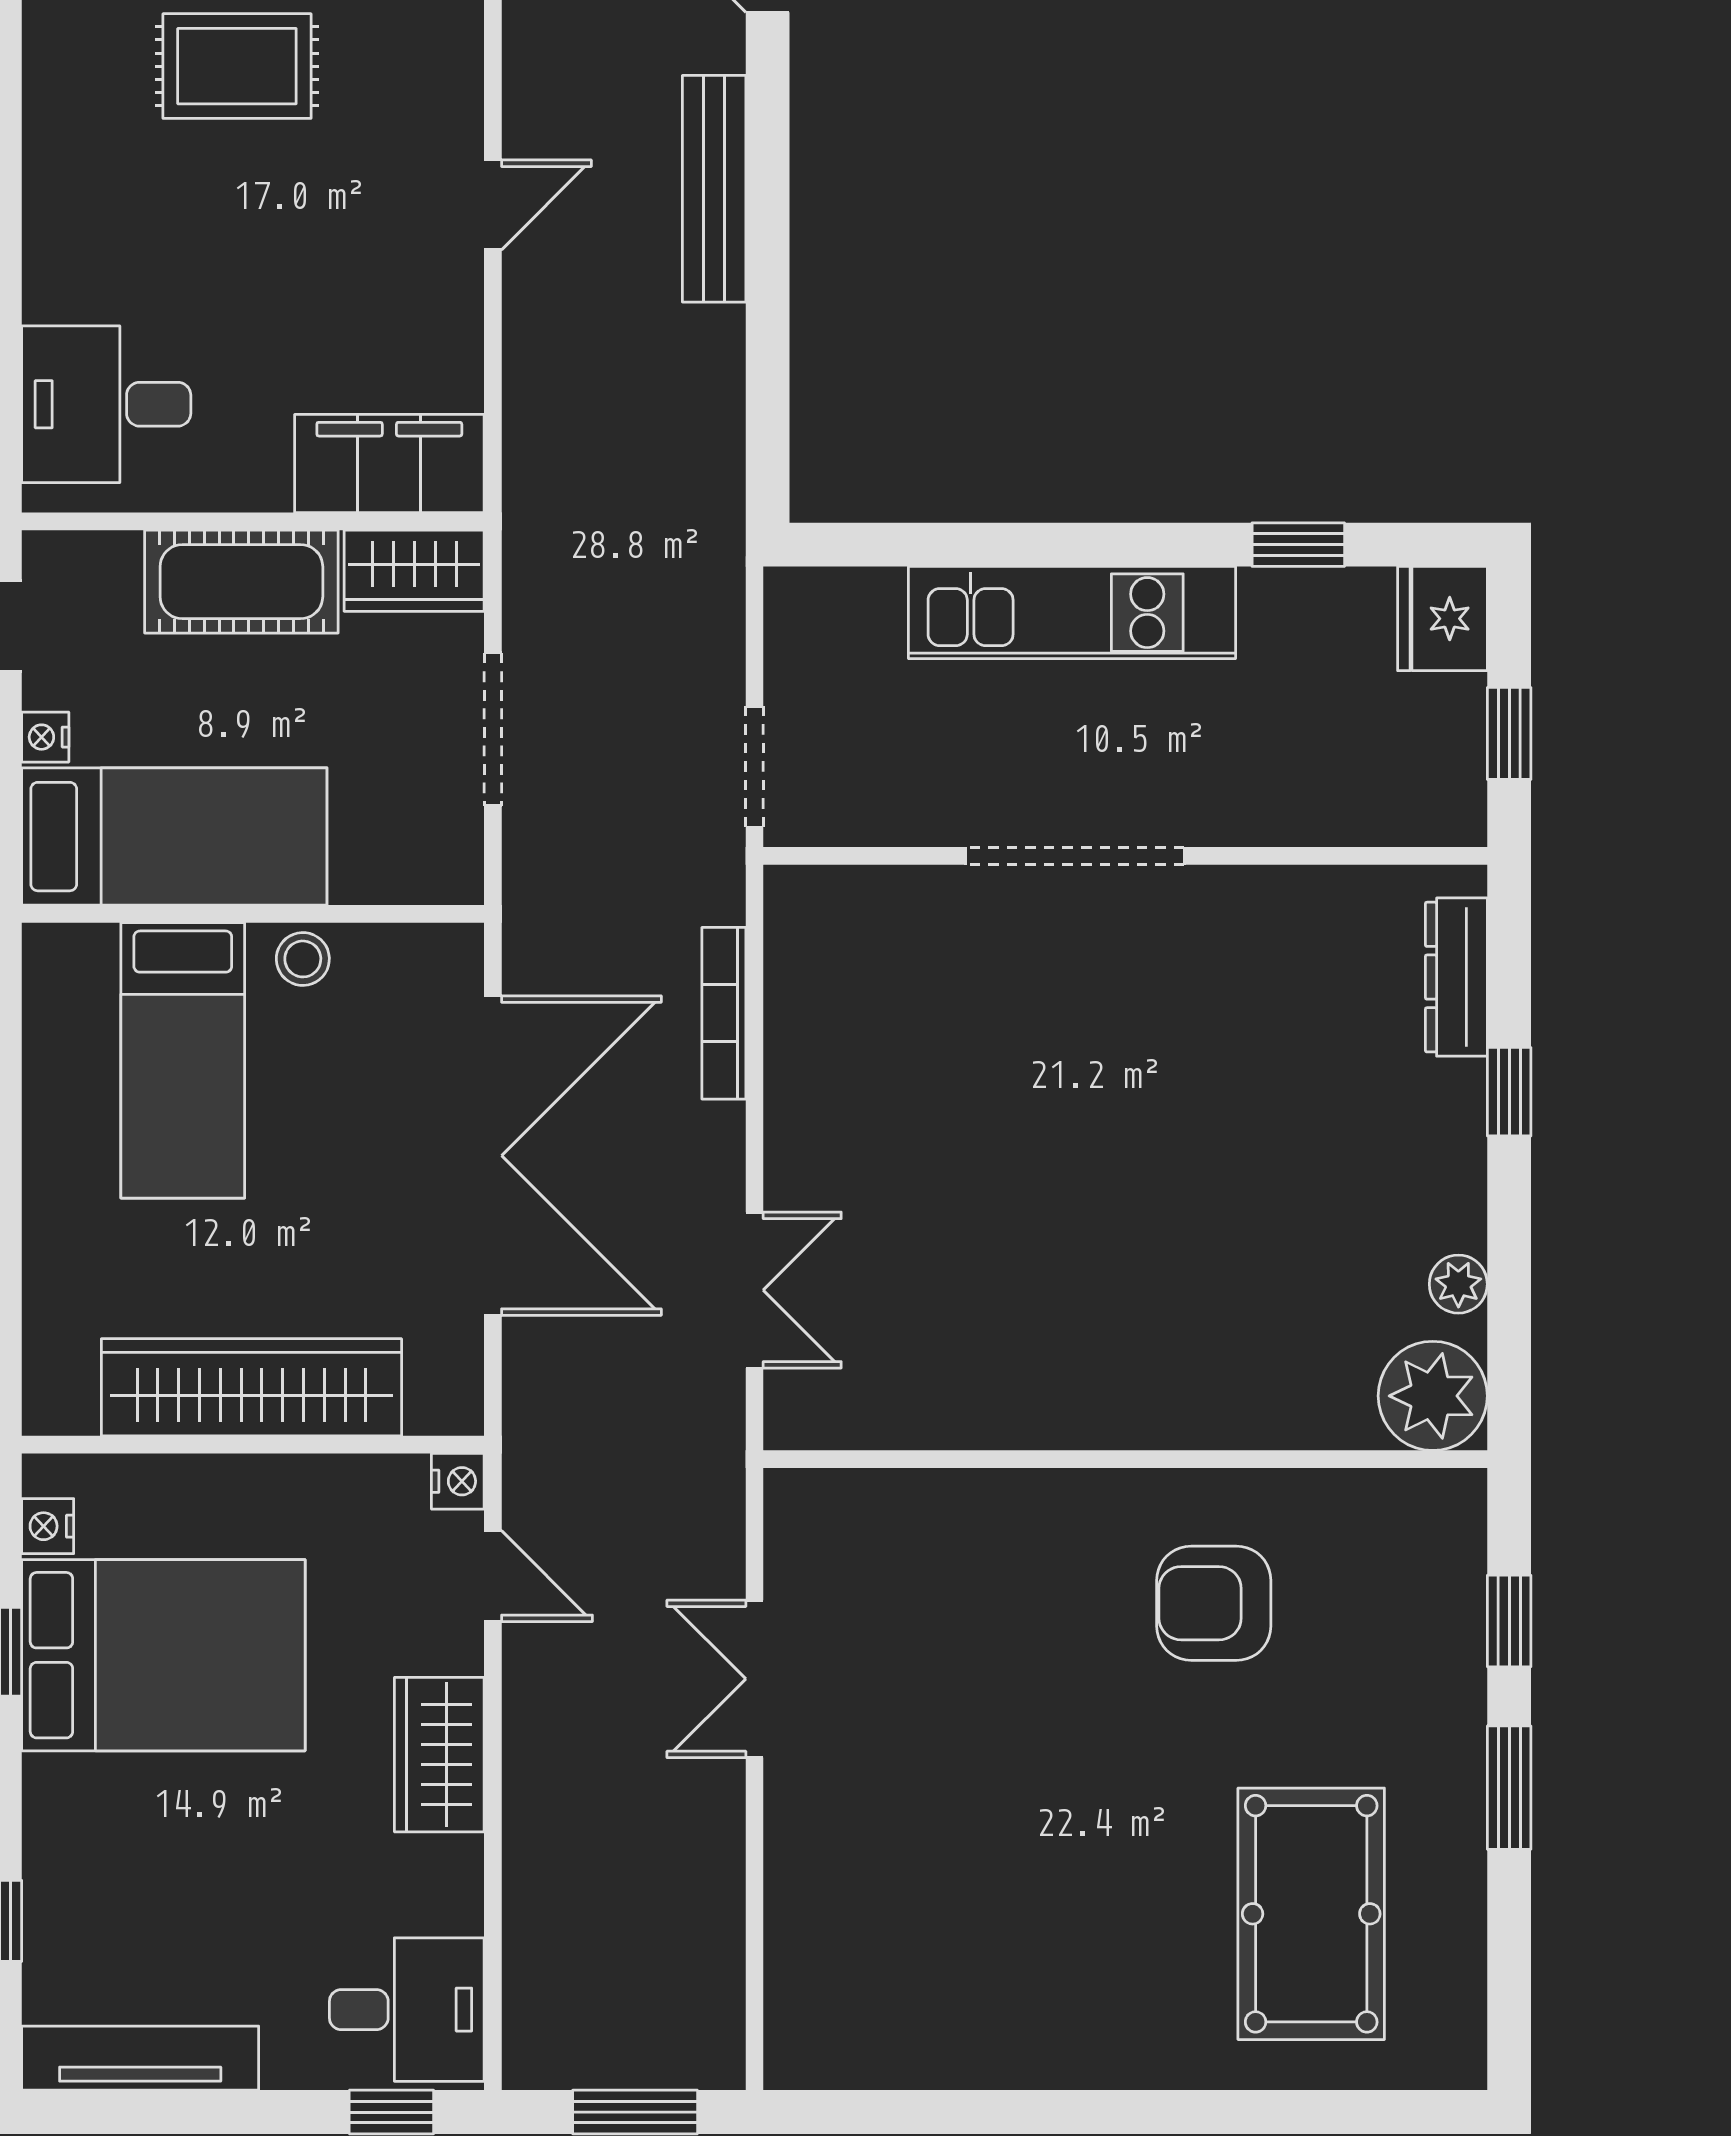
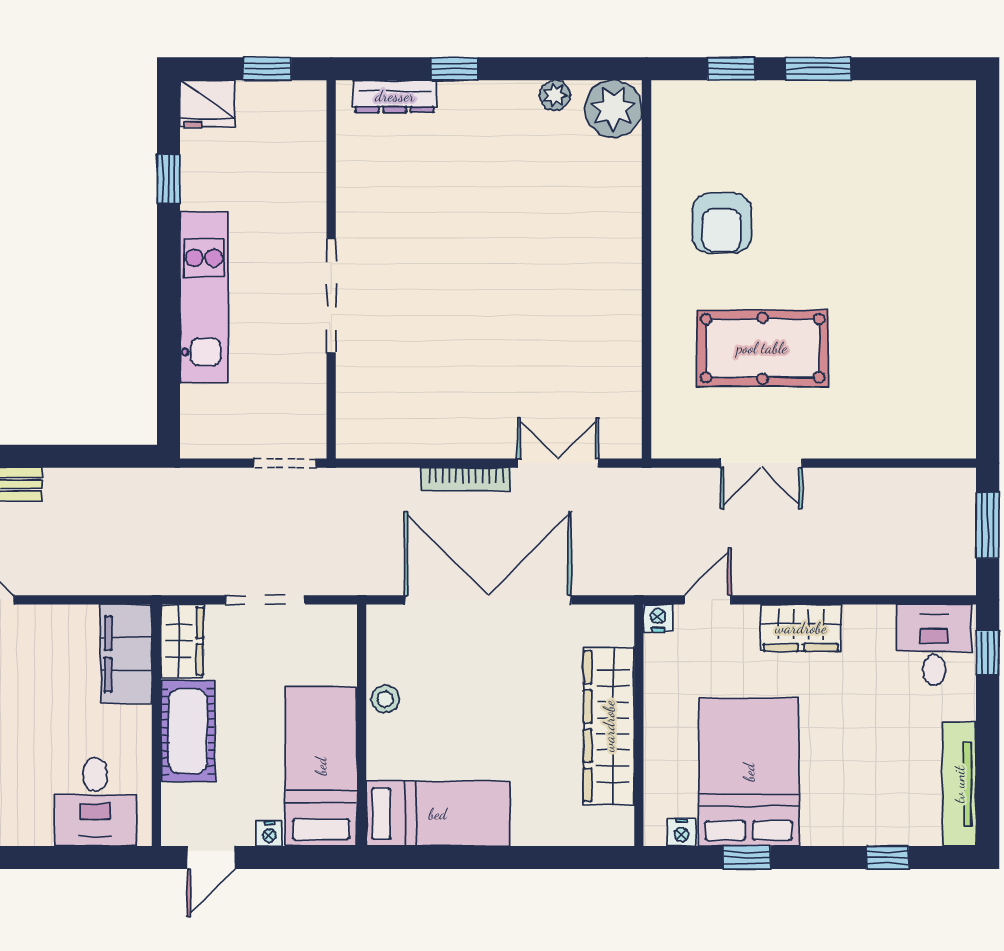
bookcase: (724, 1013) -> (466, 479), moved
bed: (183, 1060) -> (438, 814), moved
pool table: (1311, 1914) -> (762, 348), moved

